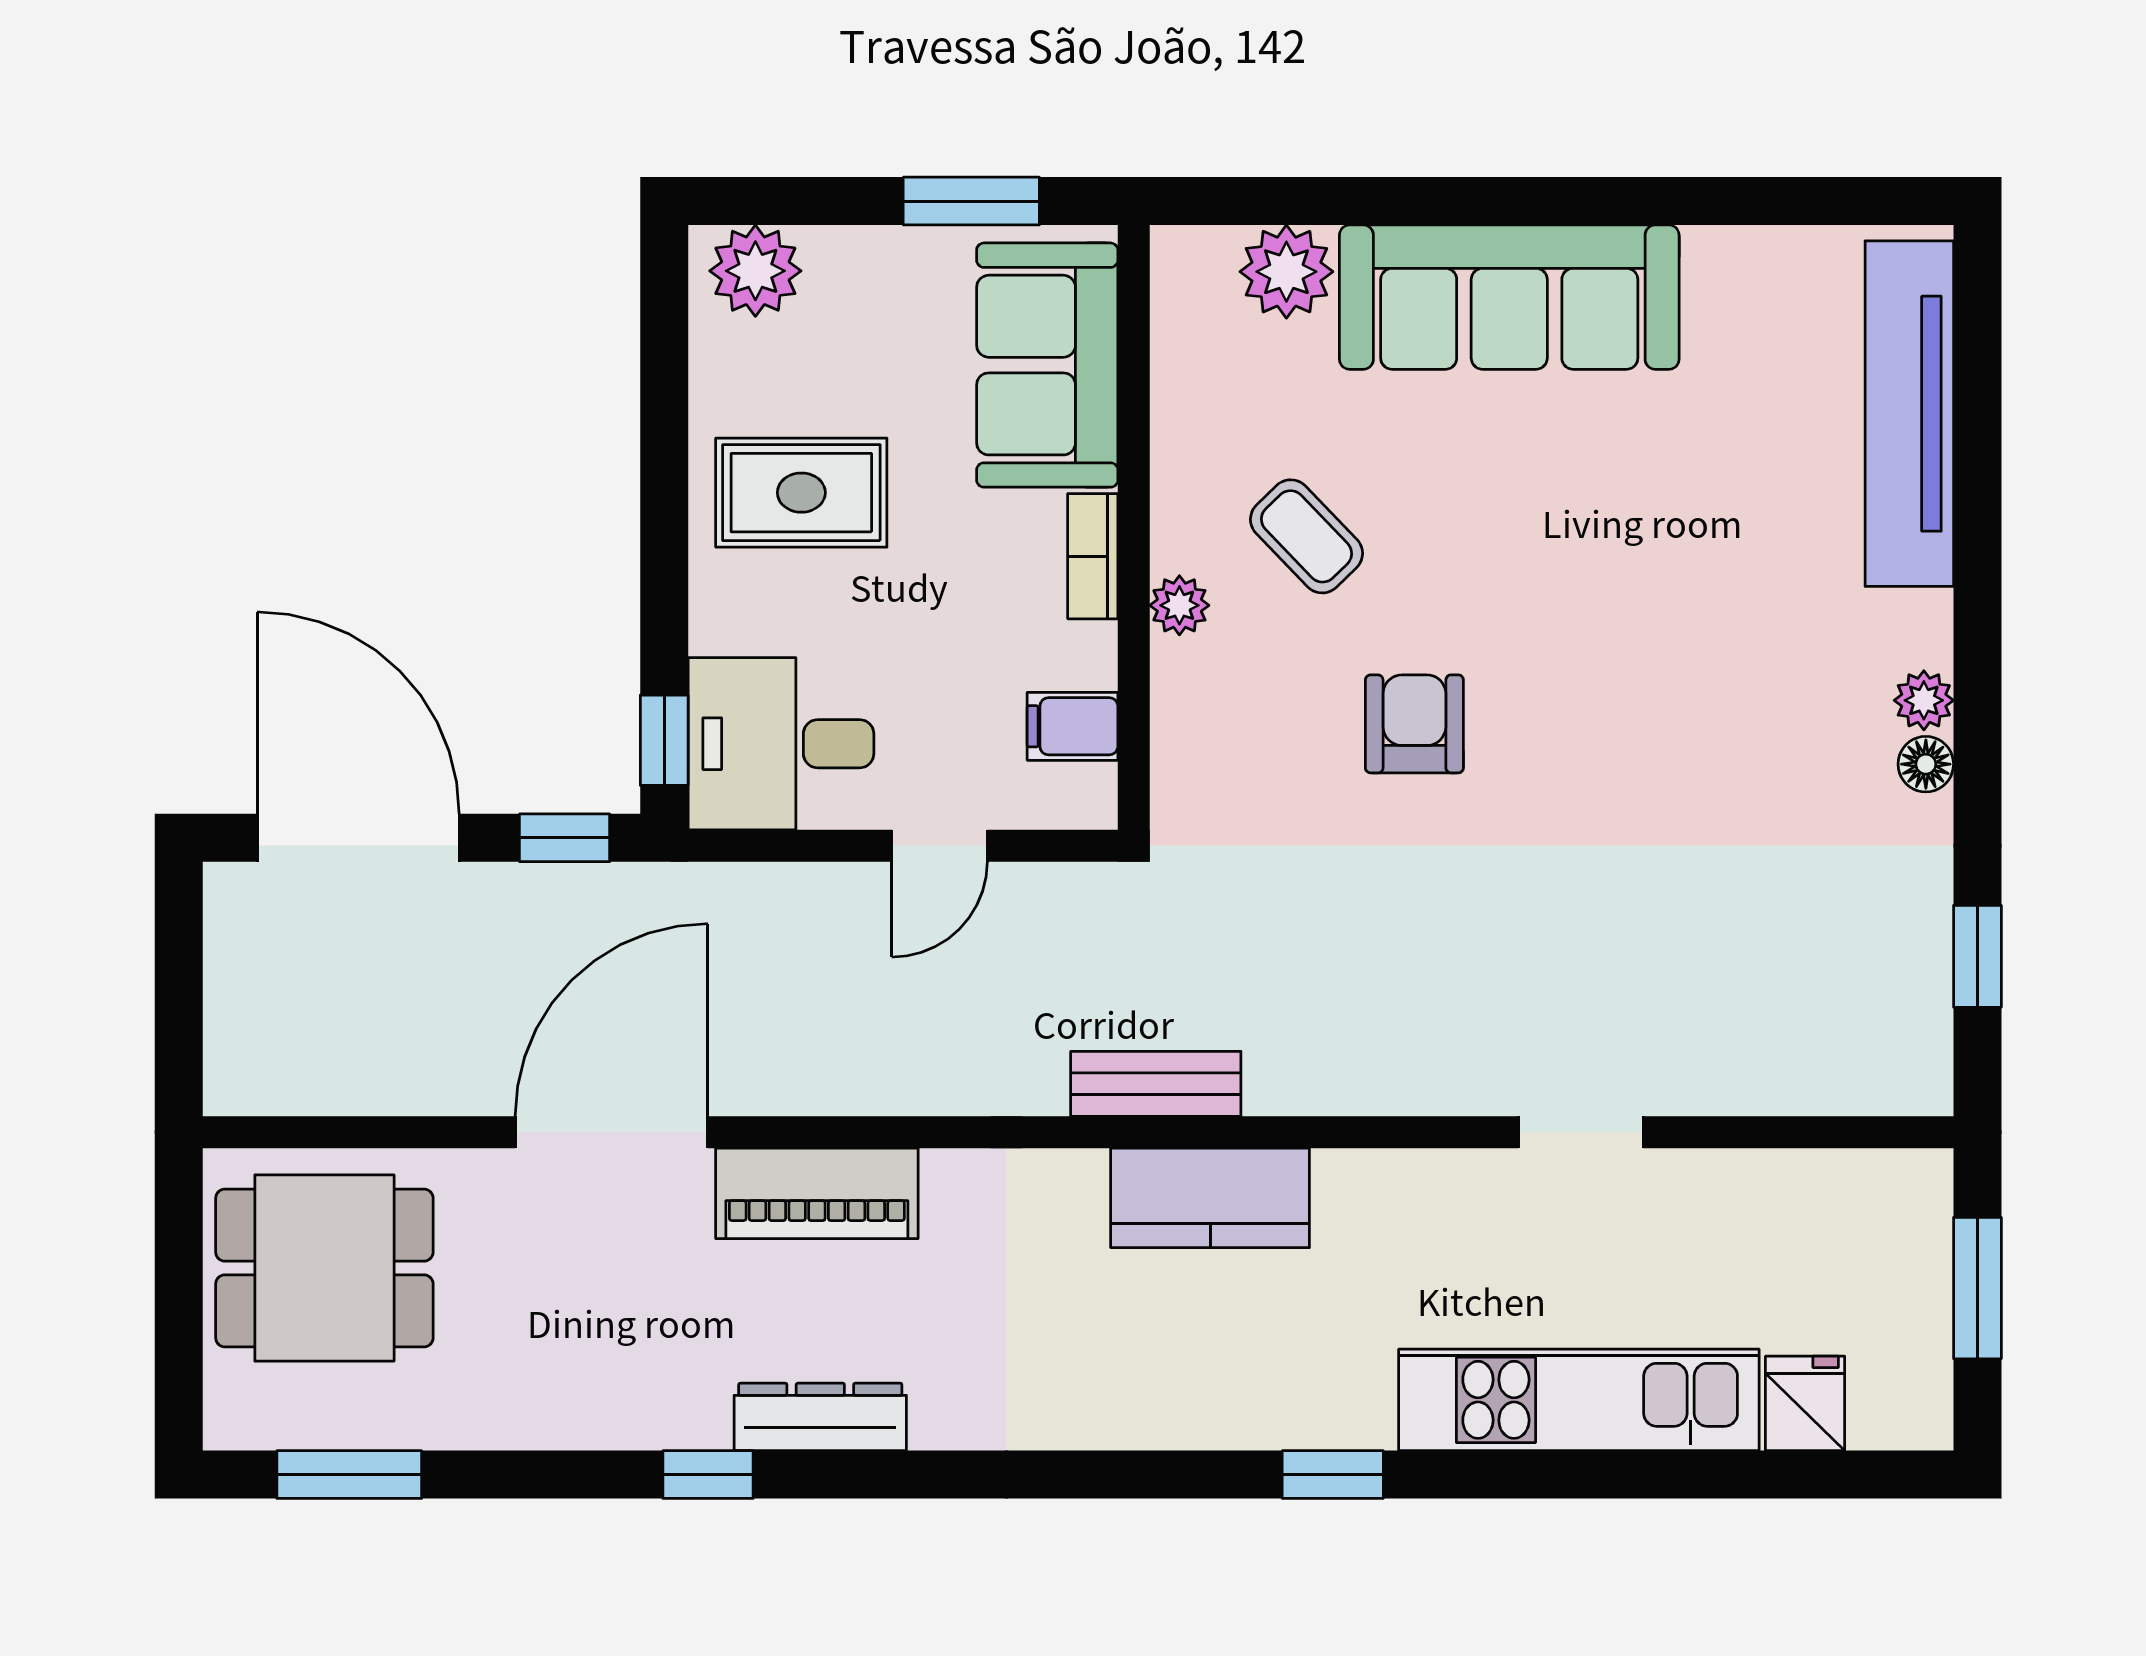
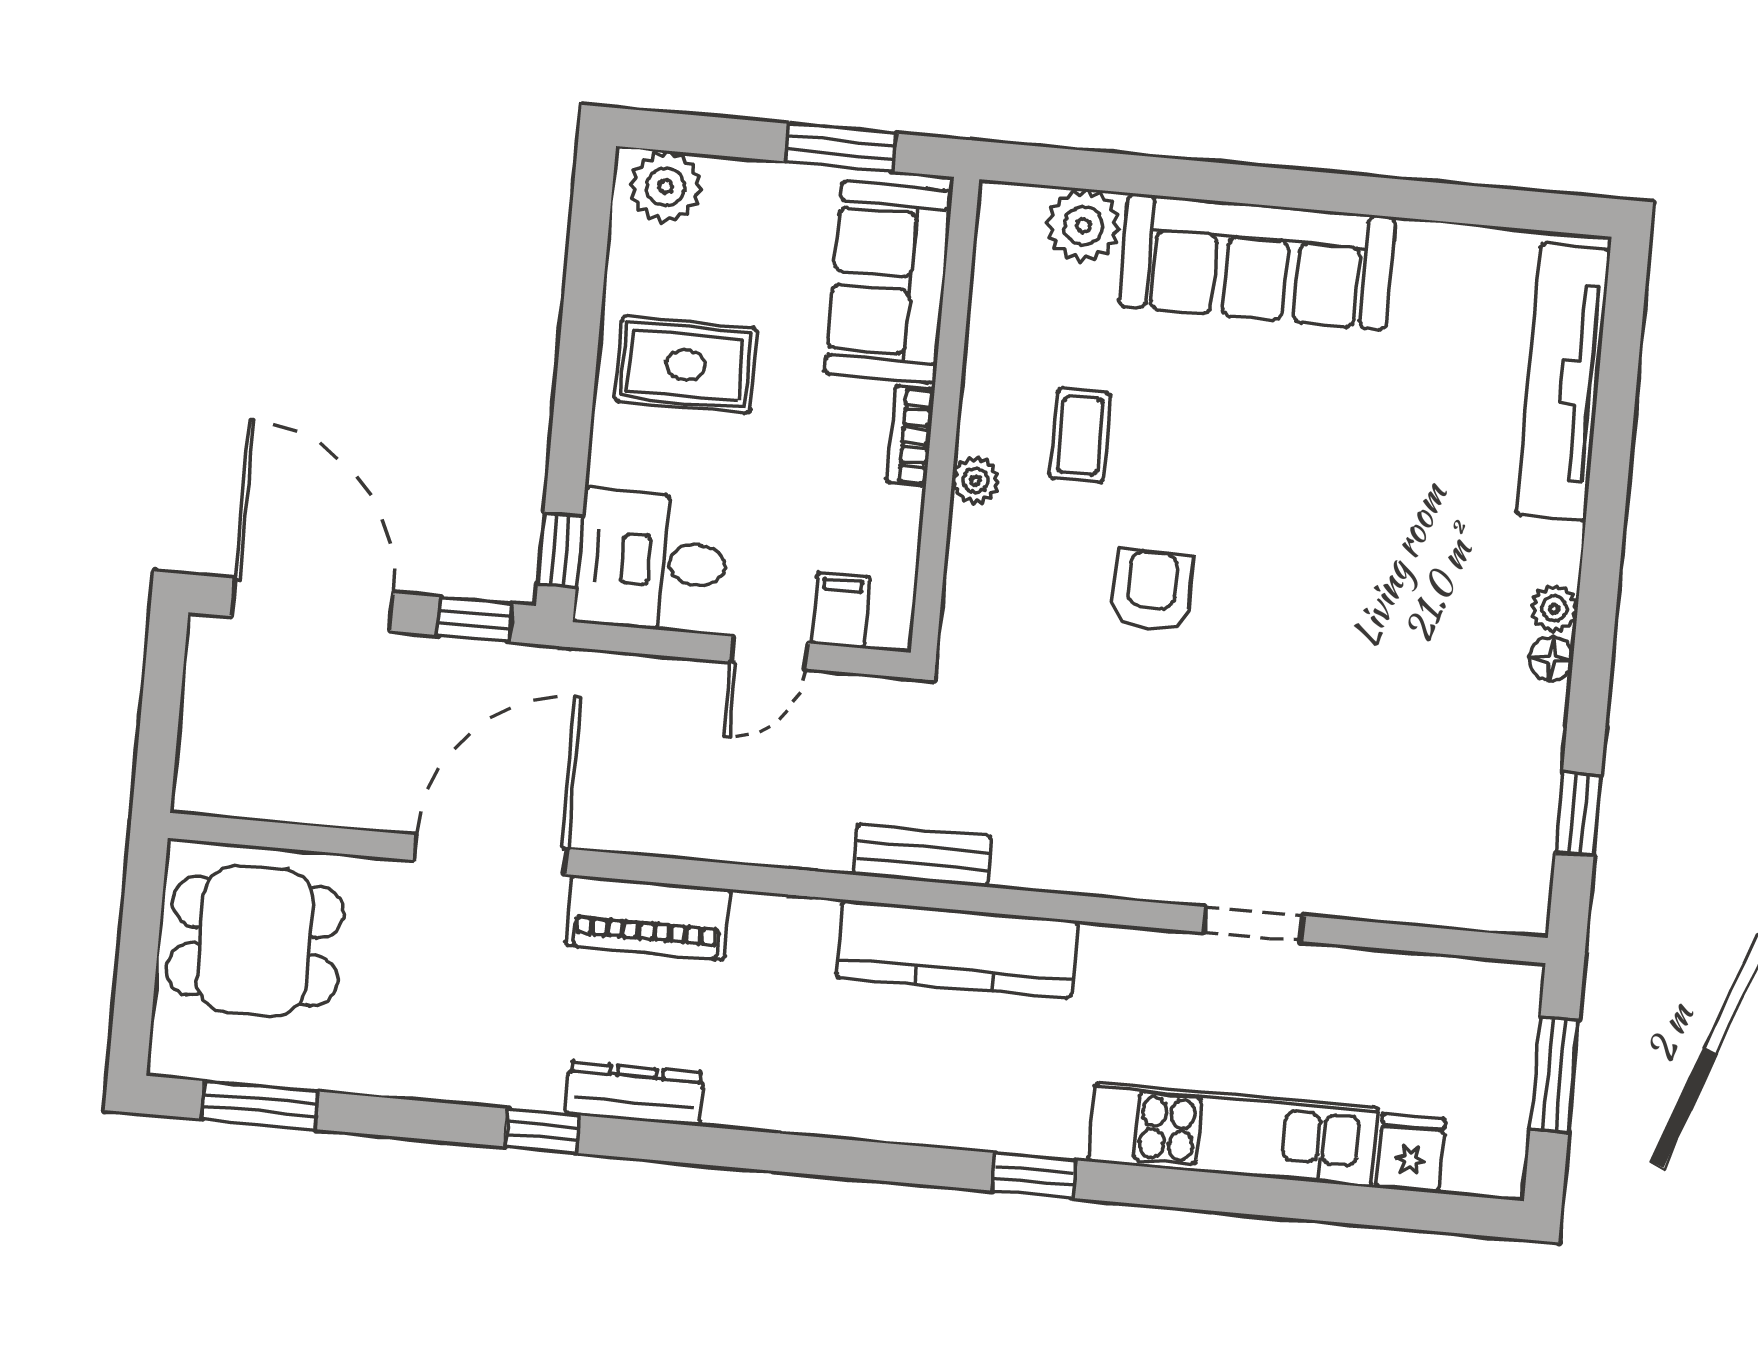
coffee table: (1306, 536) -> (1080, 435), turned 44
filing cabinet: (1073, 726) -> (841, 610), moved, turned 90
kitchen counter: (1210, 1198) -> (957, 949), width x1.50

